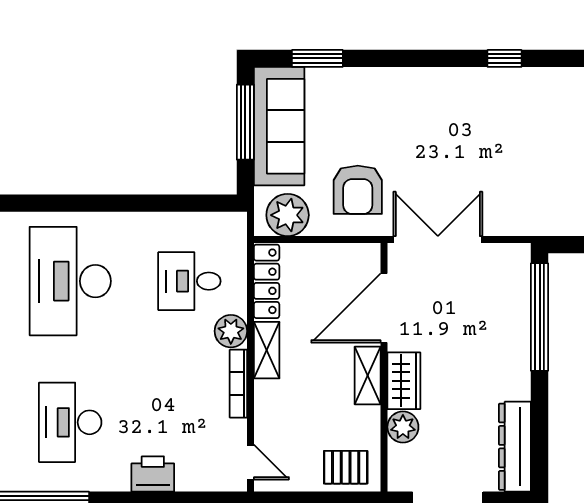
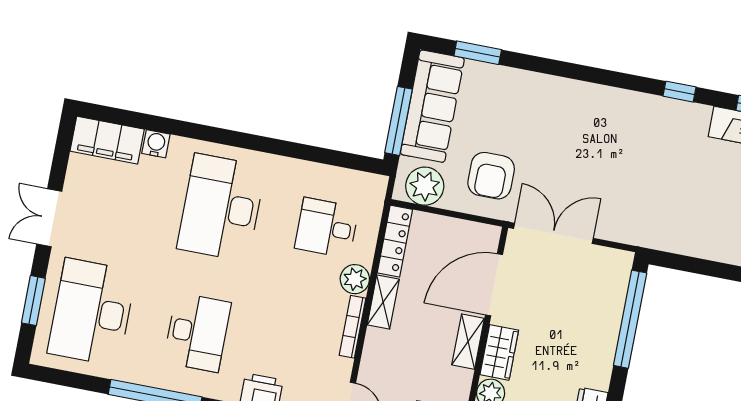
window: (505, 58) -> (679, 92), moved
window: (245, 122) -> (399, 121), moved
desk: (70, 422) -> (197, 332), turned 180

